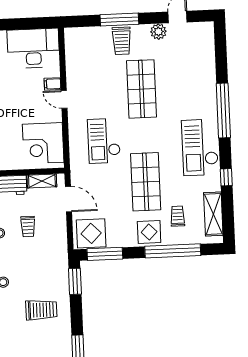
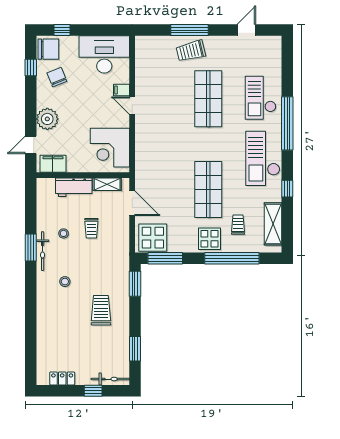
plant: (158, 32) -> (227, 43), removed
trolley: (122, 41) -> (191, 51), turned 76
checkout: (104, 141) -> (261, 98), moved
trolley: (41, 310) -> (101, 310), turned -90

